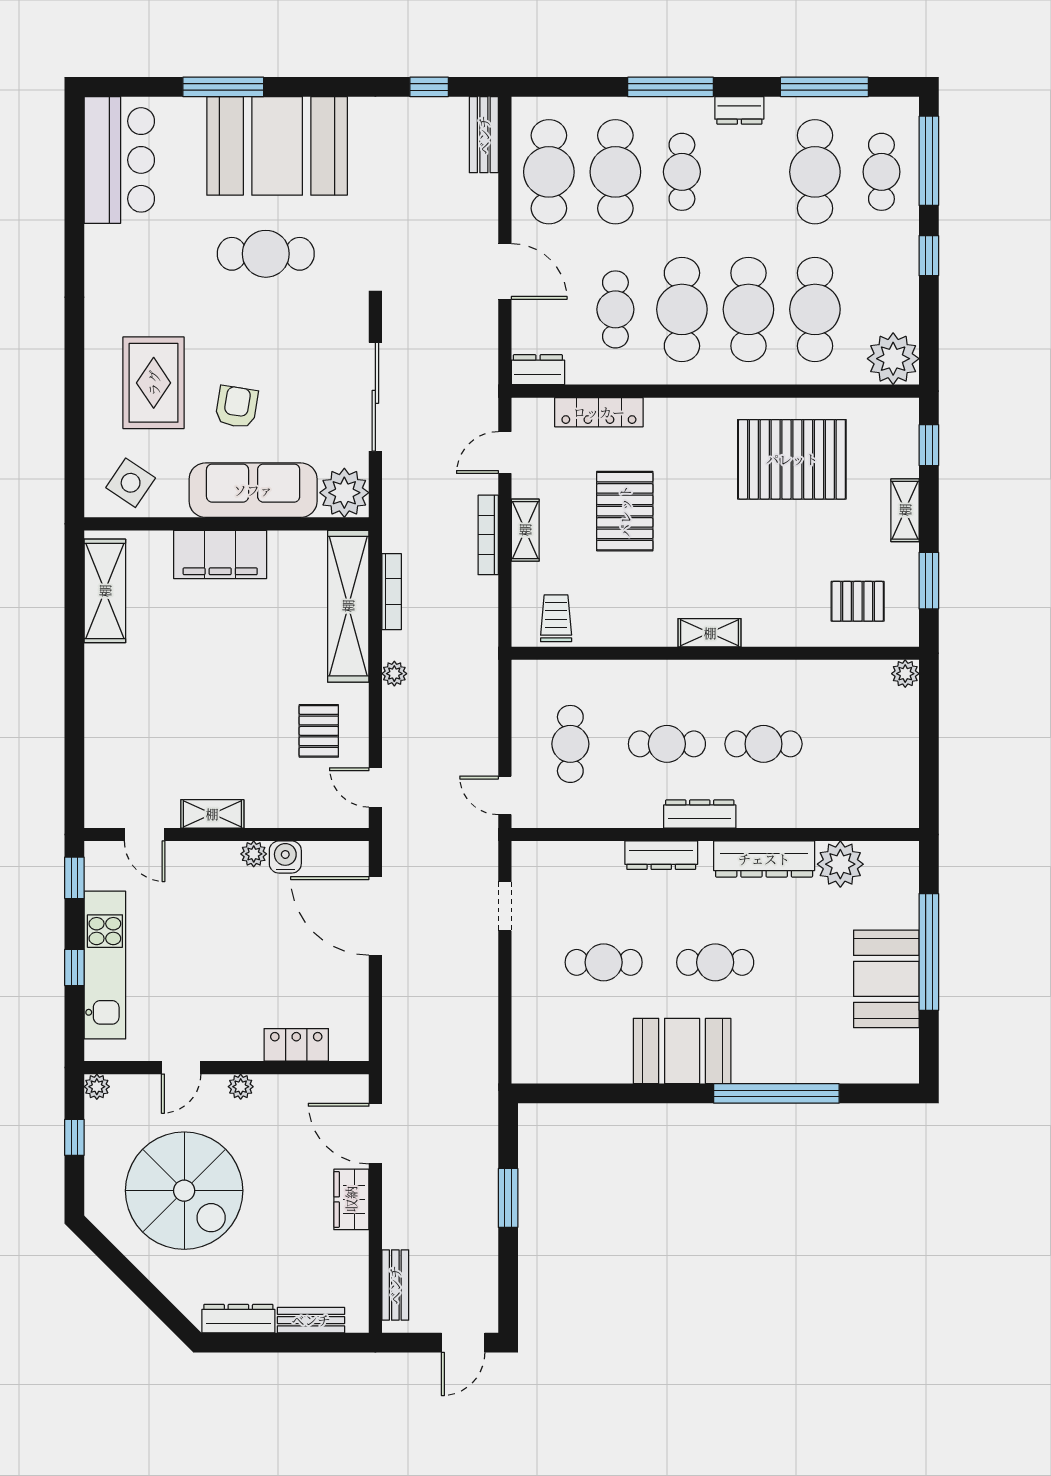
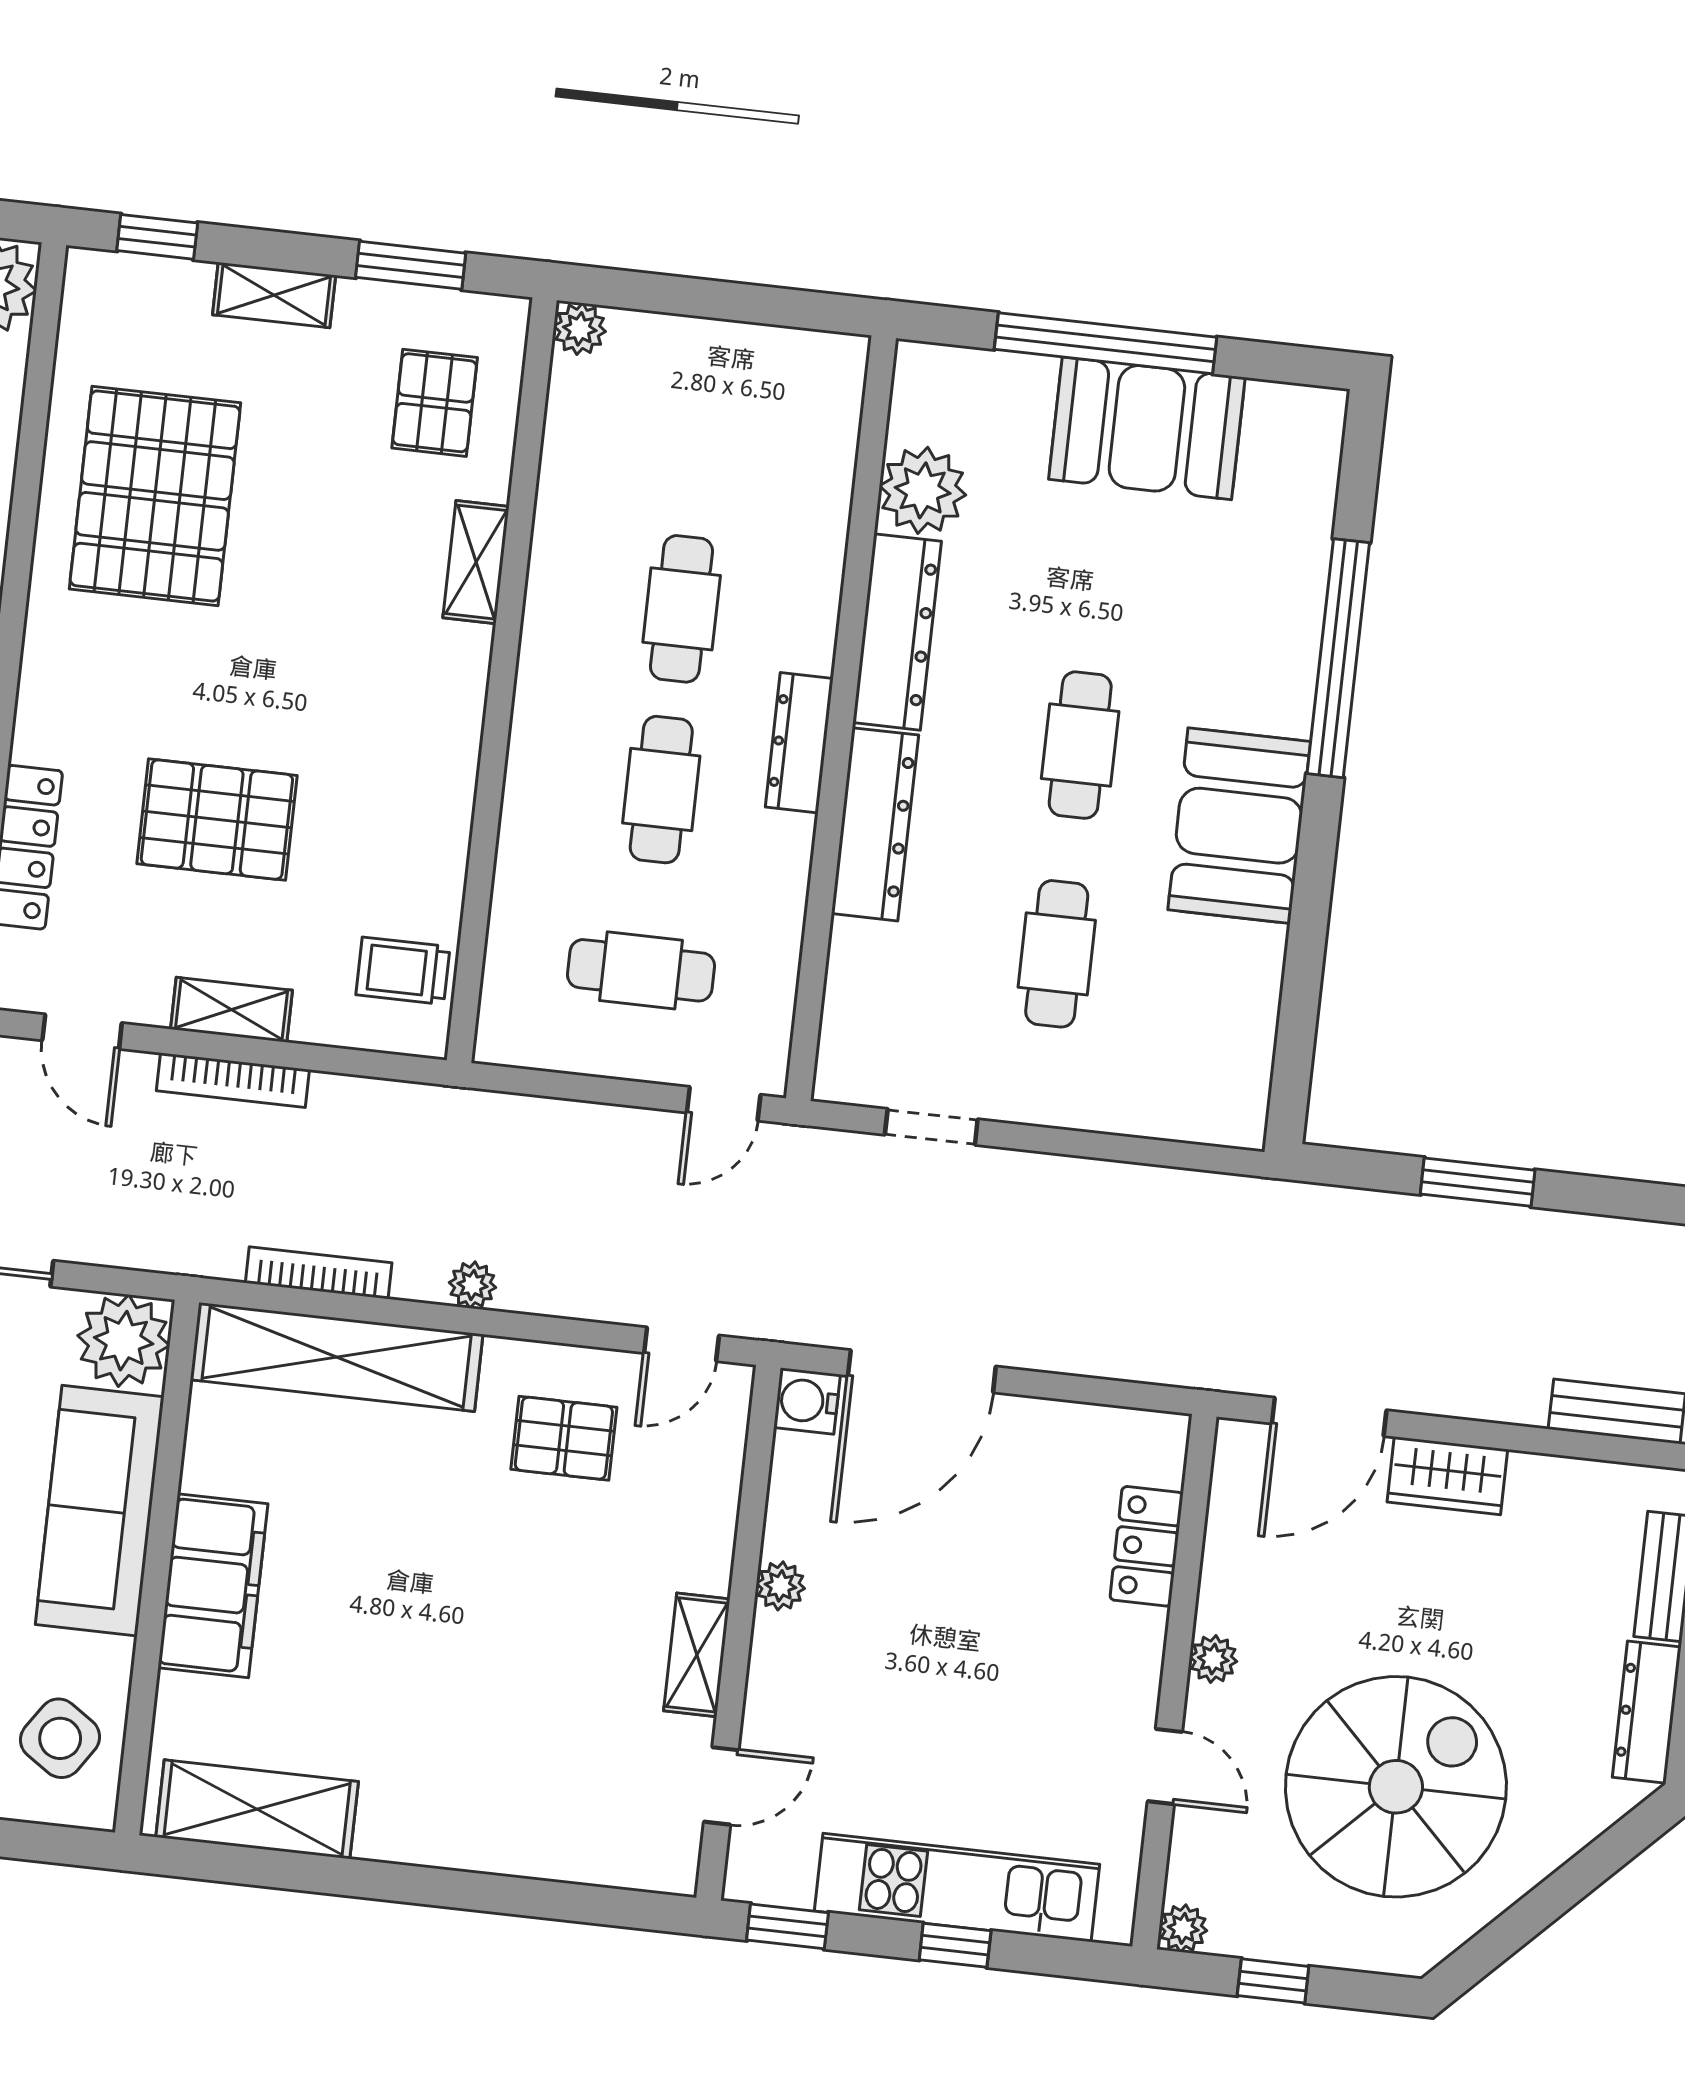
shelving: (710, 633) -> (476, 562), moved
dresser: (661, 855) -> (875, 824), width x1.37, depth x1.24
water cooler: (285, 857) -> (807, 1401), moved

